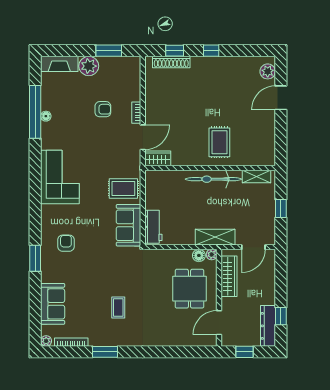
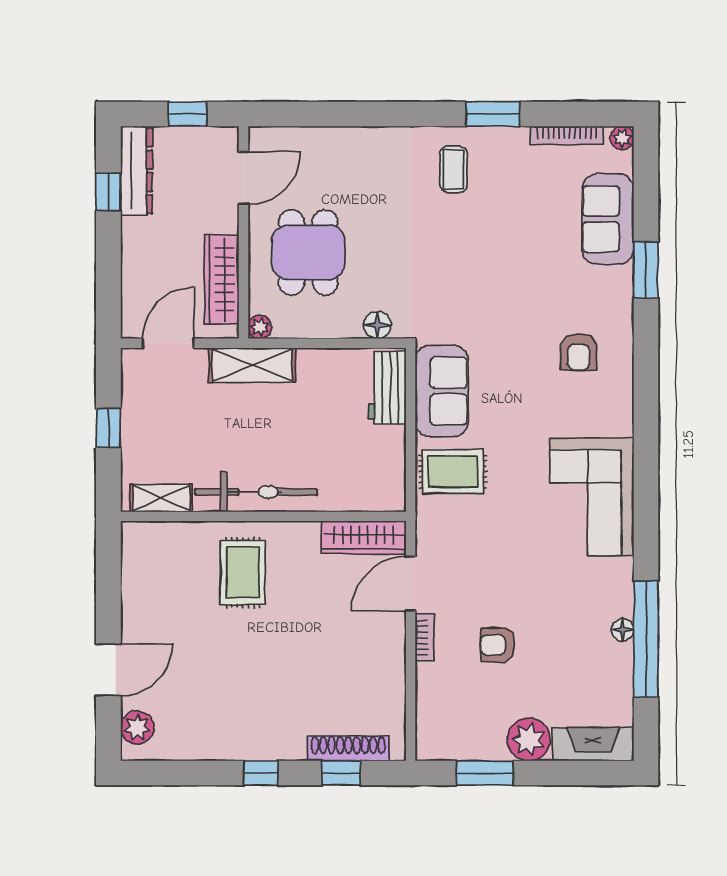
wardrobe: (158, 158) -> (364, 537), width x1.50
floor lamp: (199, 255) -> (377, 325), moved
window: (35, 258) -> (646, 270), moved
coffee table: (118, 307) -> (453, 169), moved

